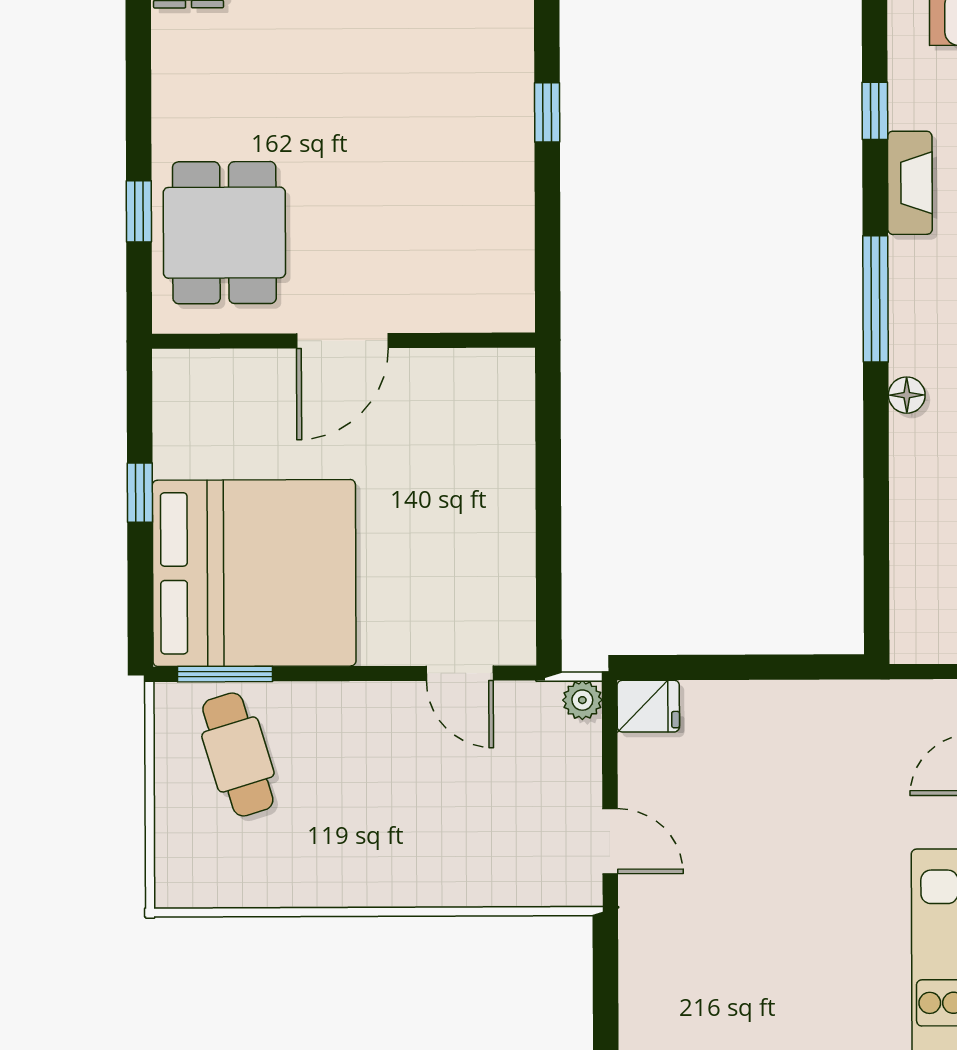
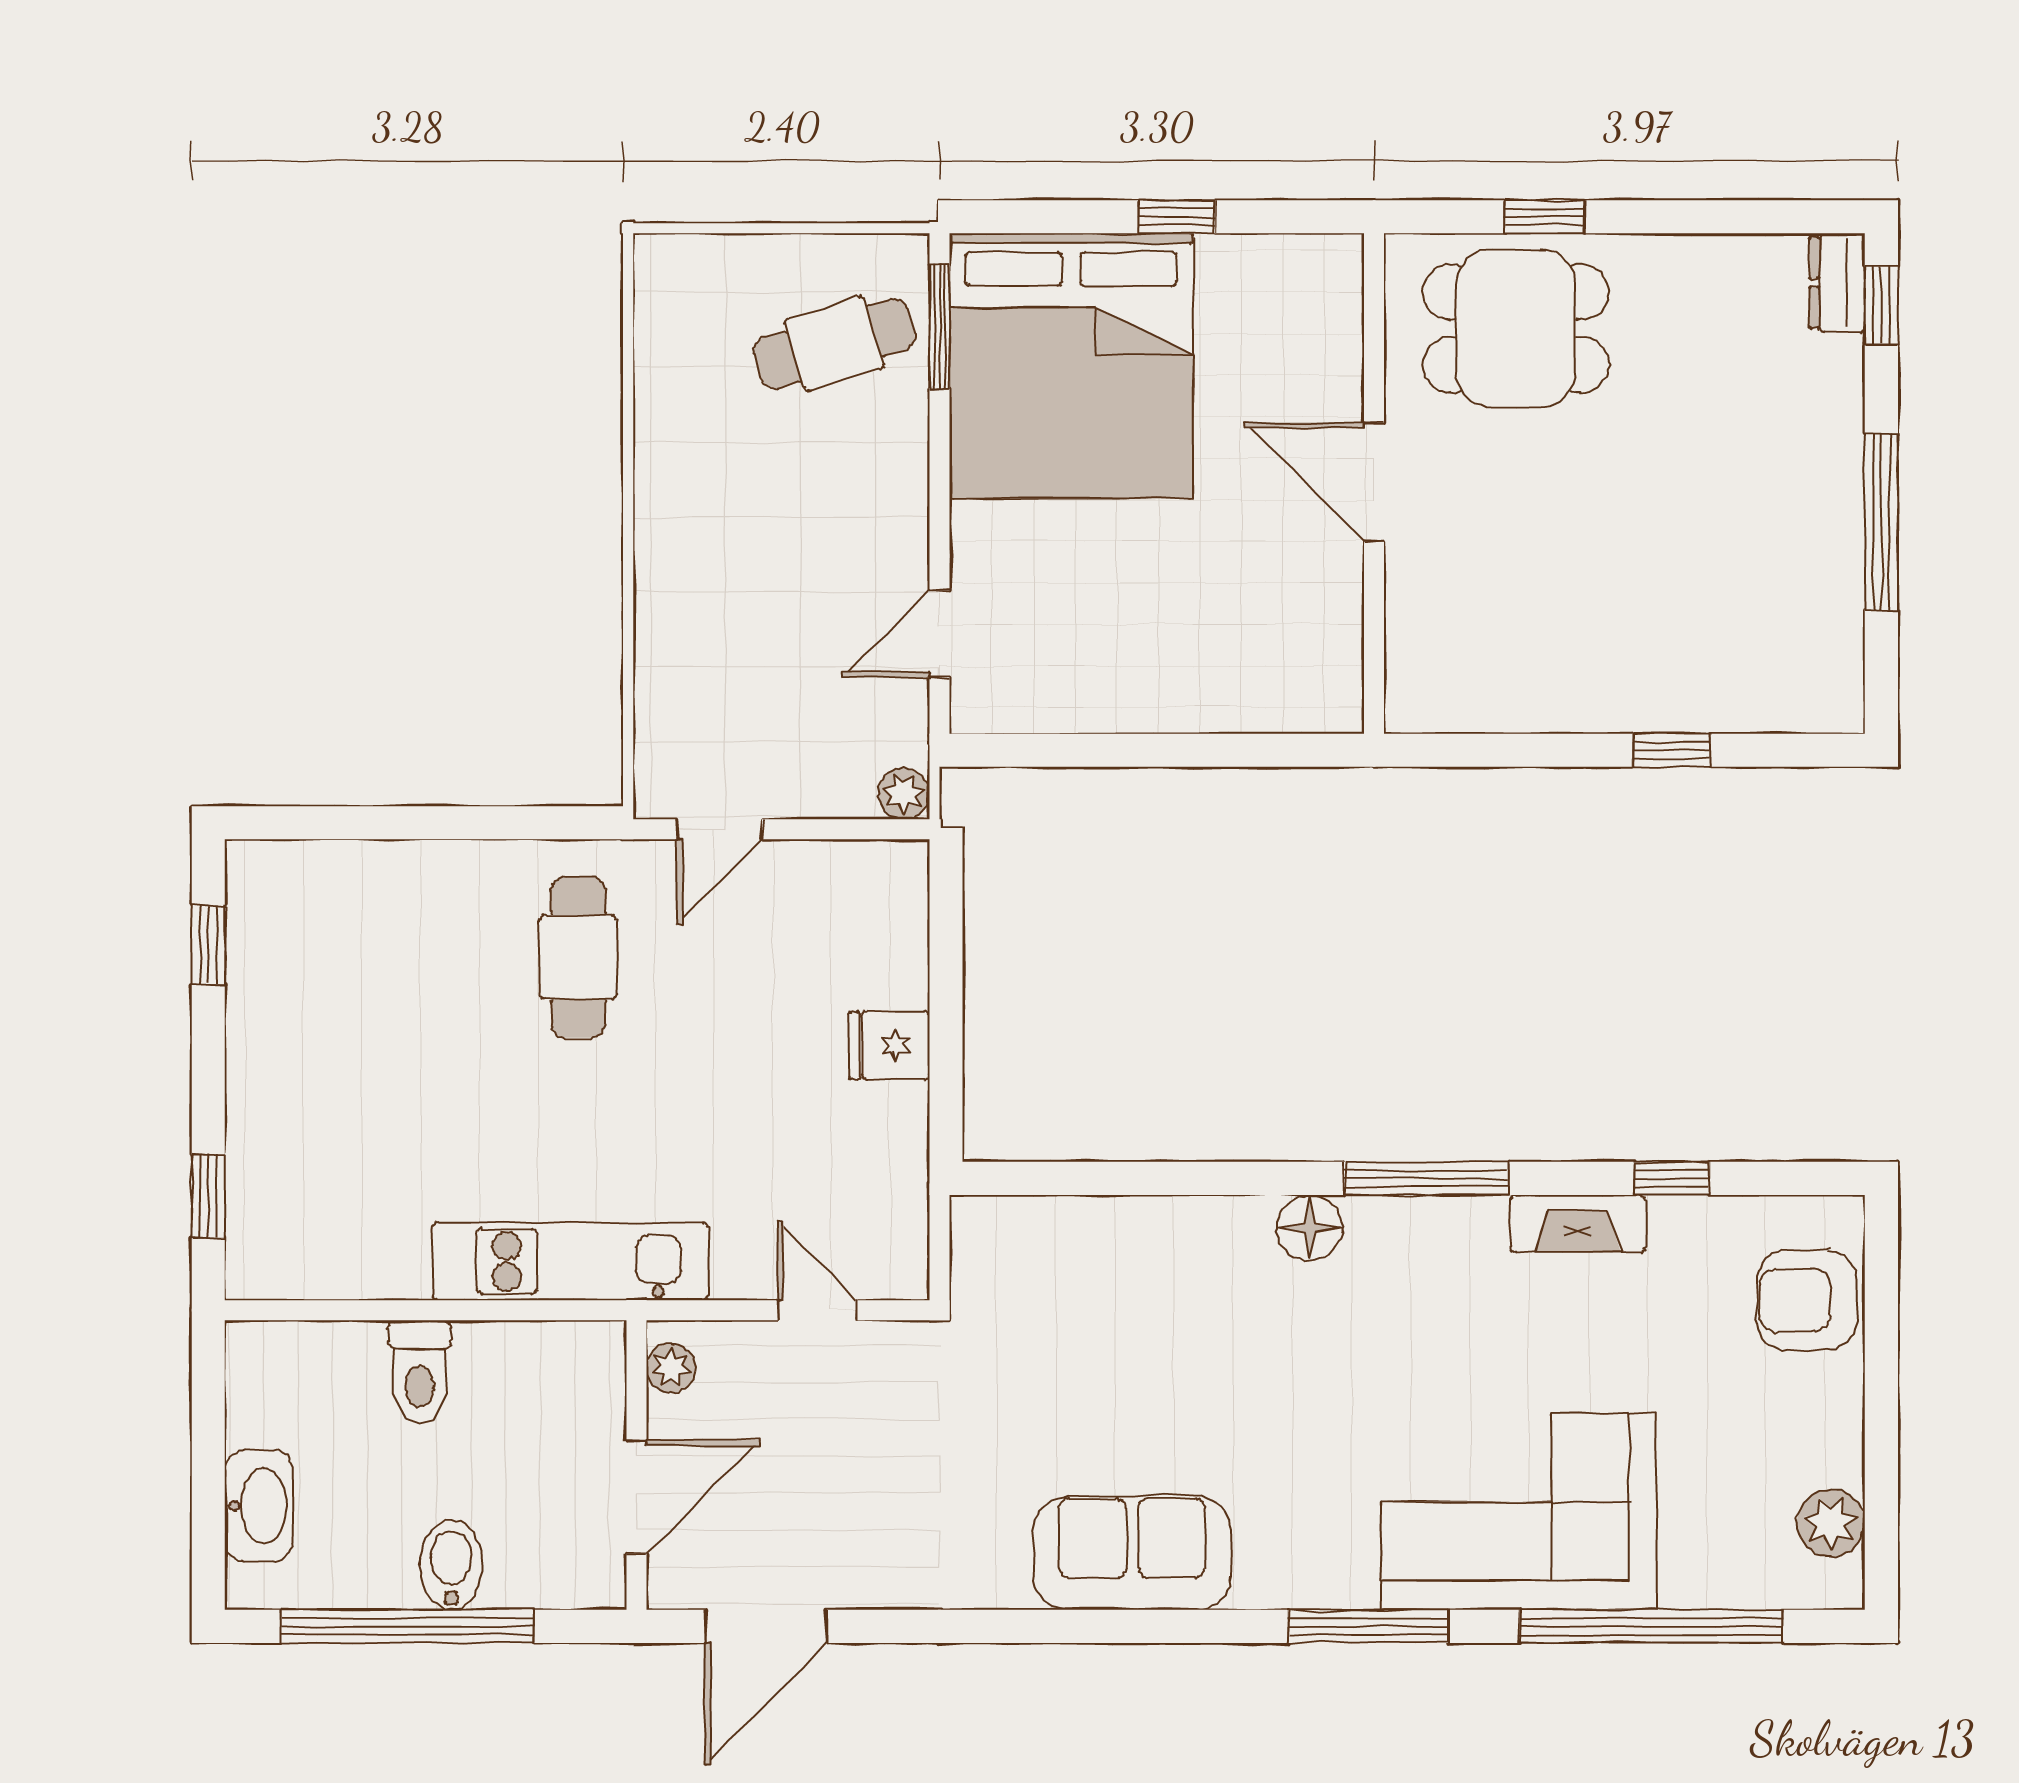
floor lamp: (907, 395) -> (1309, 1228), width x1.37, depth x1.37
fridge: (648, 706) -> (889, 1046), moved, turned 90
cafe table: (708, 949) -> (578, 957), added

